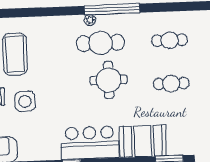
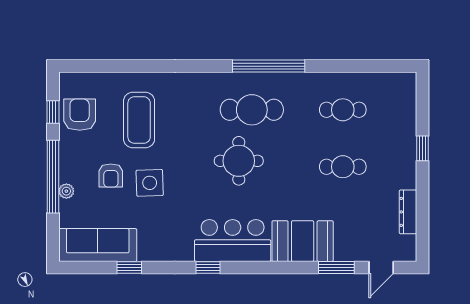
plant: (90, 20) -> (239, 79), removed
round table: (109, 80) -> (239, 161), moved

